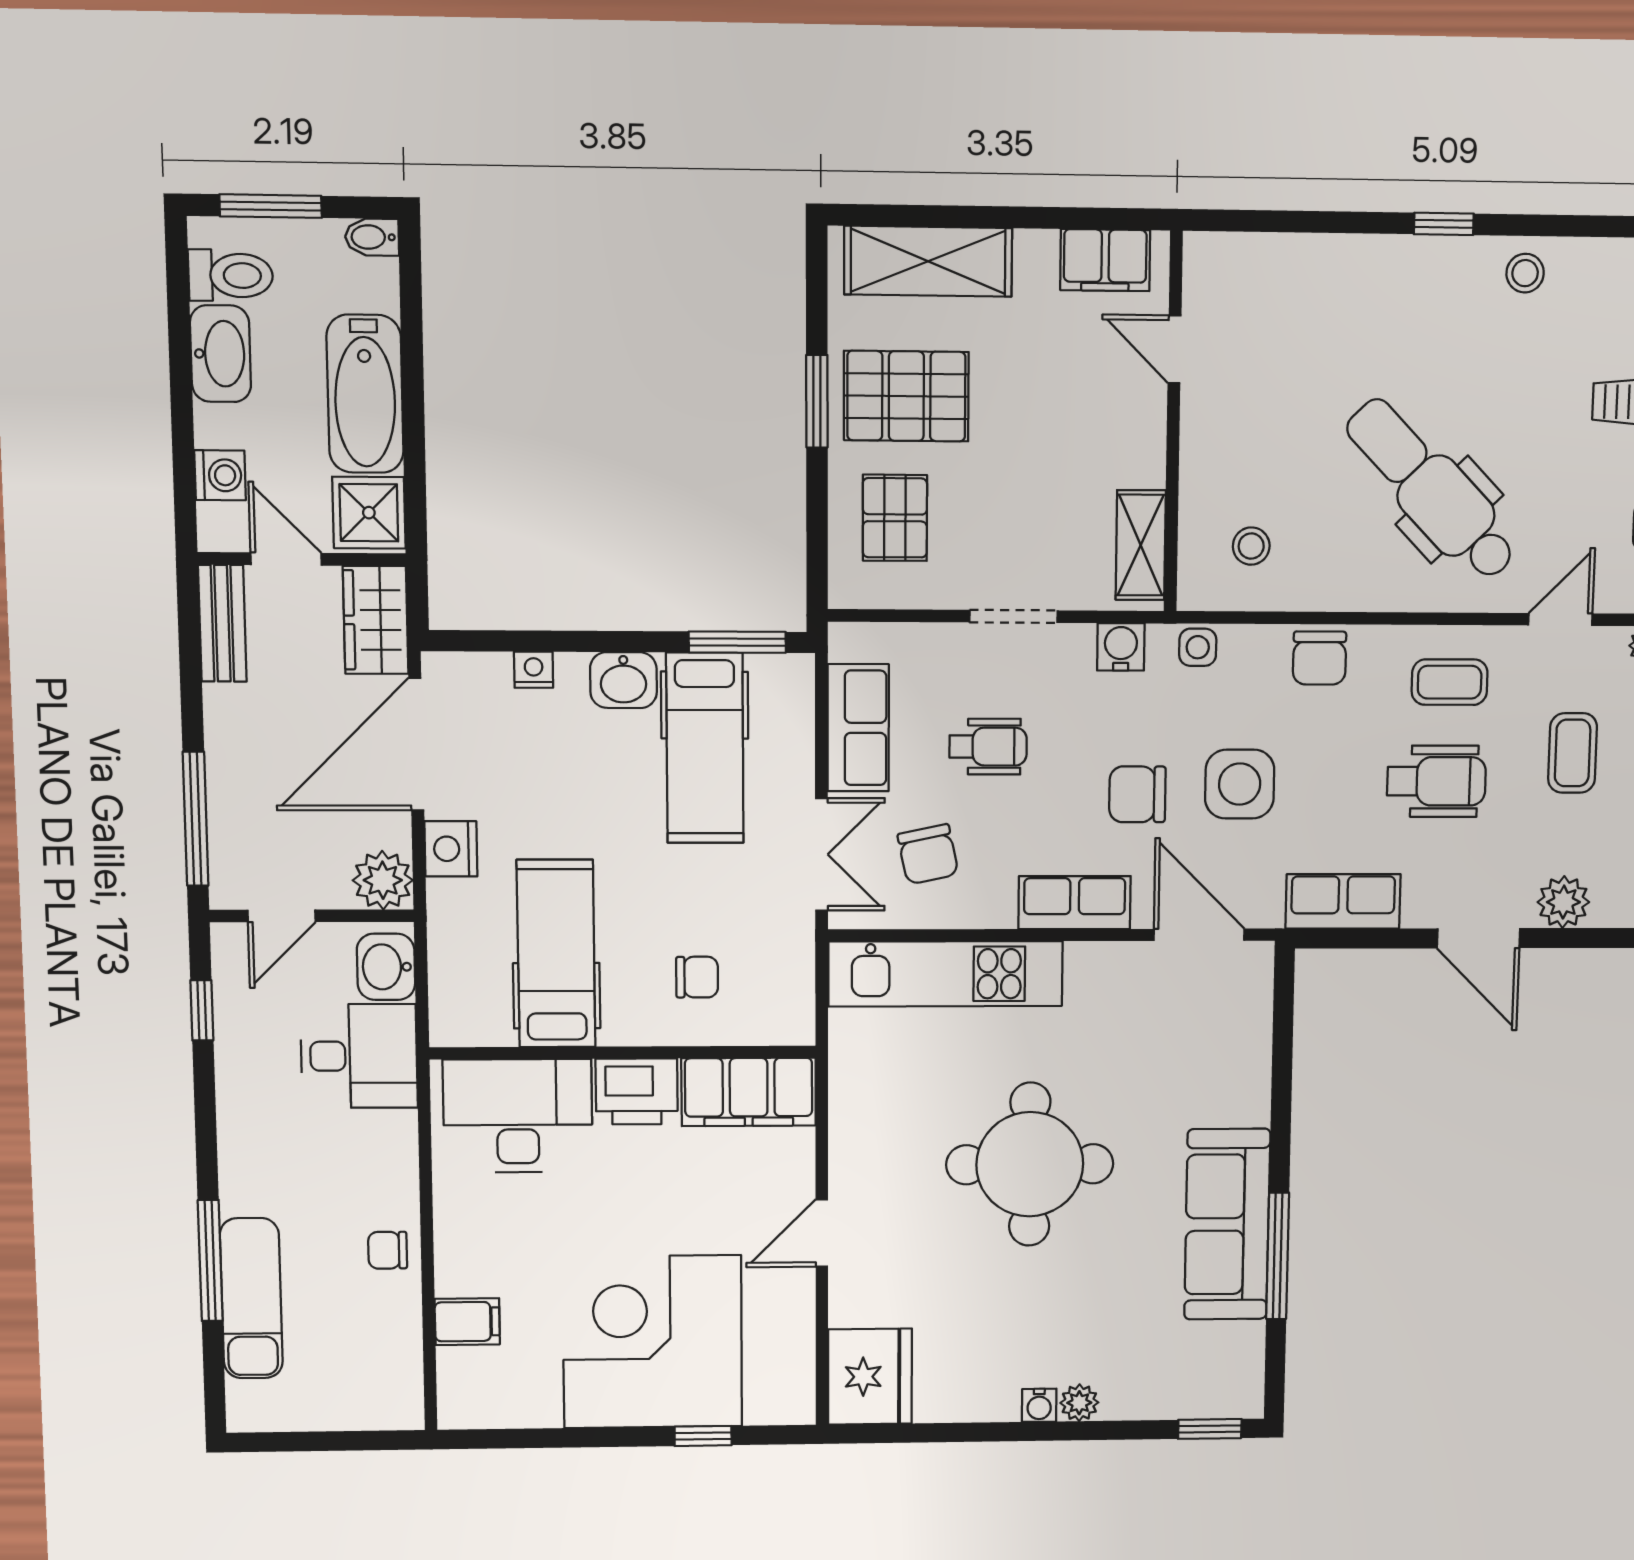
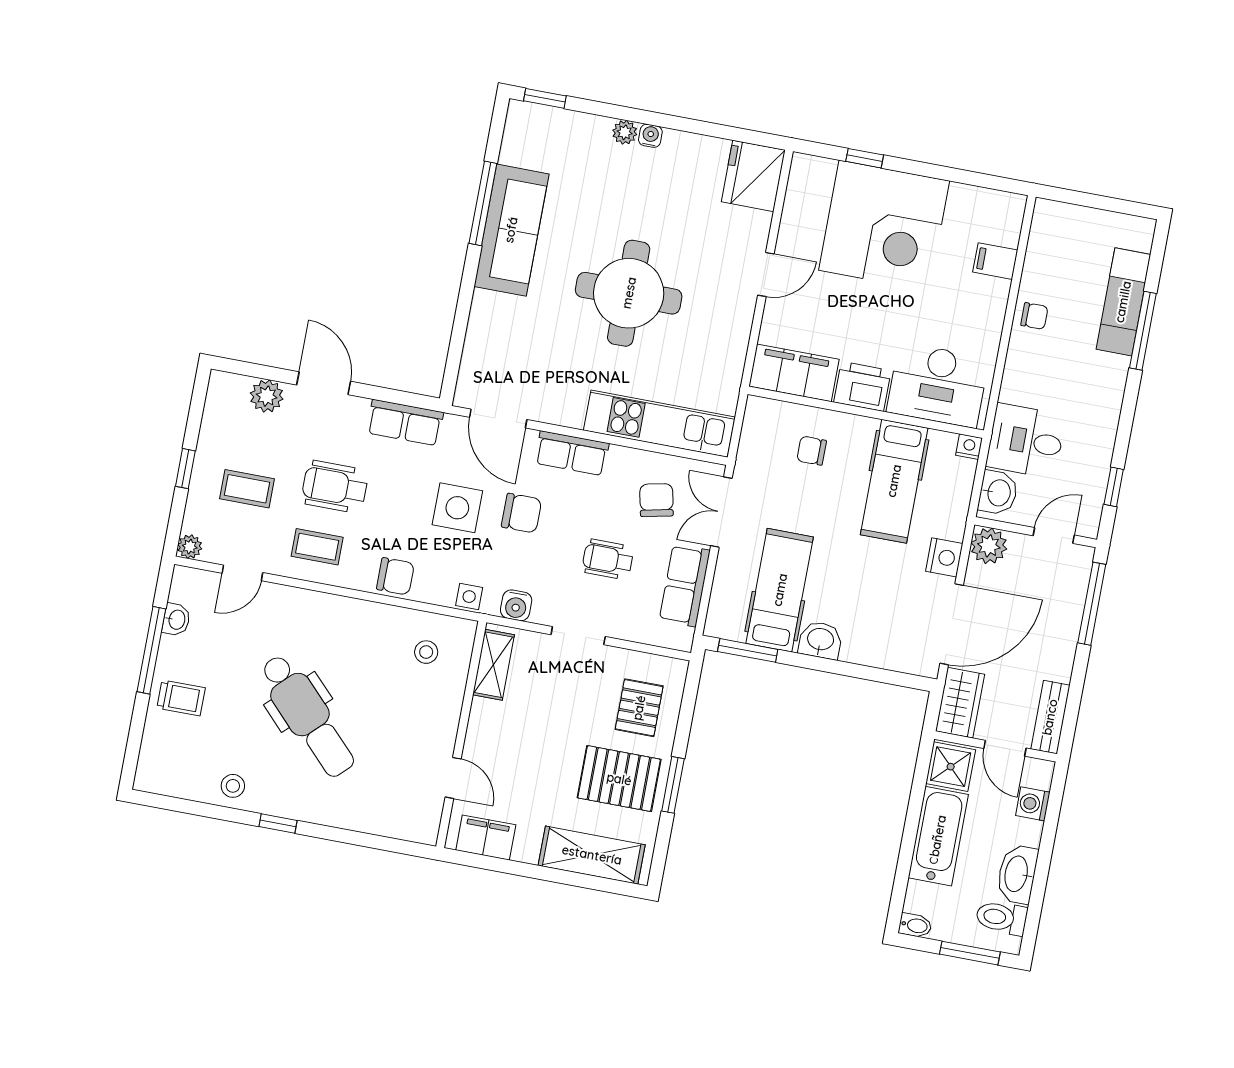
dental chair: (1432, 490) -> (307, 716), moved
chair: (1319, 658) -> (395, 576), turned 90
nightstand: (534, 670) -> (969, 447), moved, turned 180
coffee table: (1573, 753) -> (247, 489), turned 90

